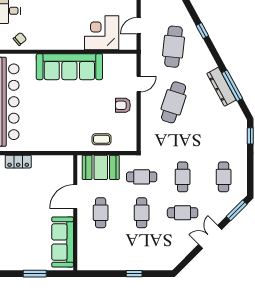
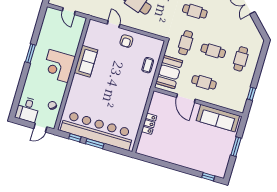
corner desk: (102, 33) -> (59, 66), moved
sofa: (69, 67) -> (86, 61), width x0.54, depth x0.79
locker: (18, 162) -> (149, 124), moved
cafe table: (183, 213) -> (241, 59), moved
window: (134, 274) -> (251, 94), moved

